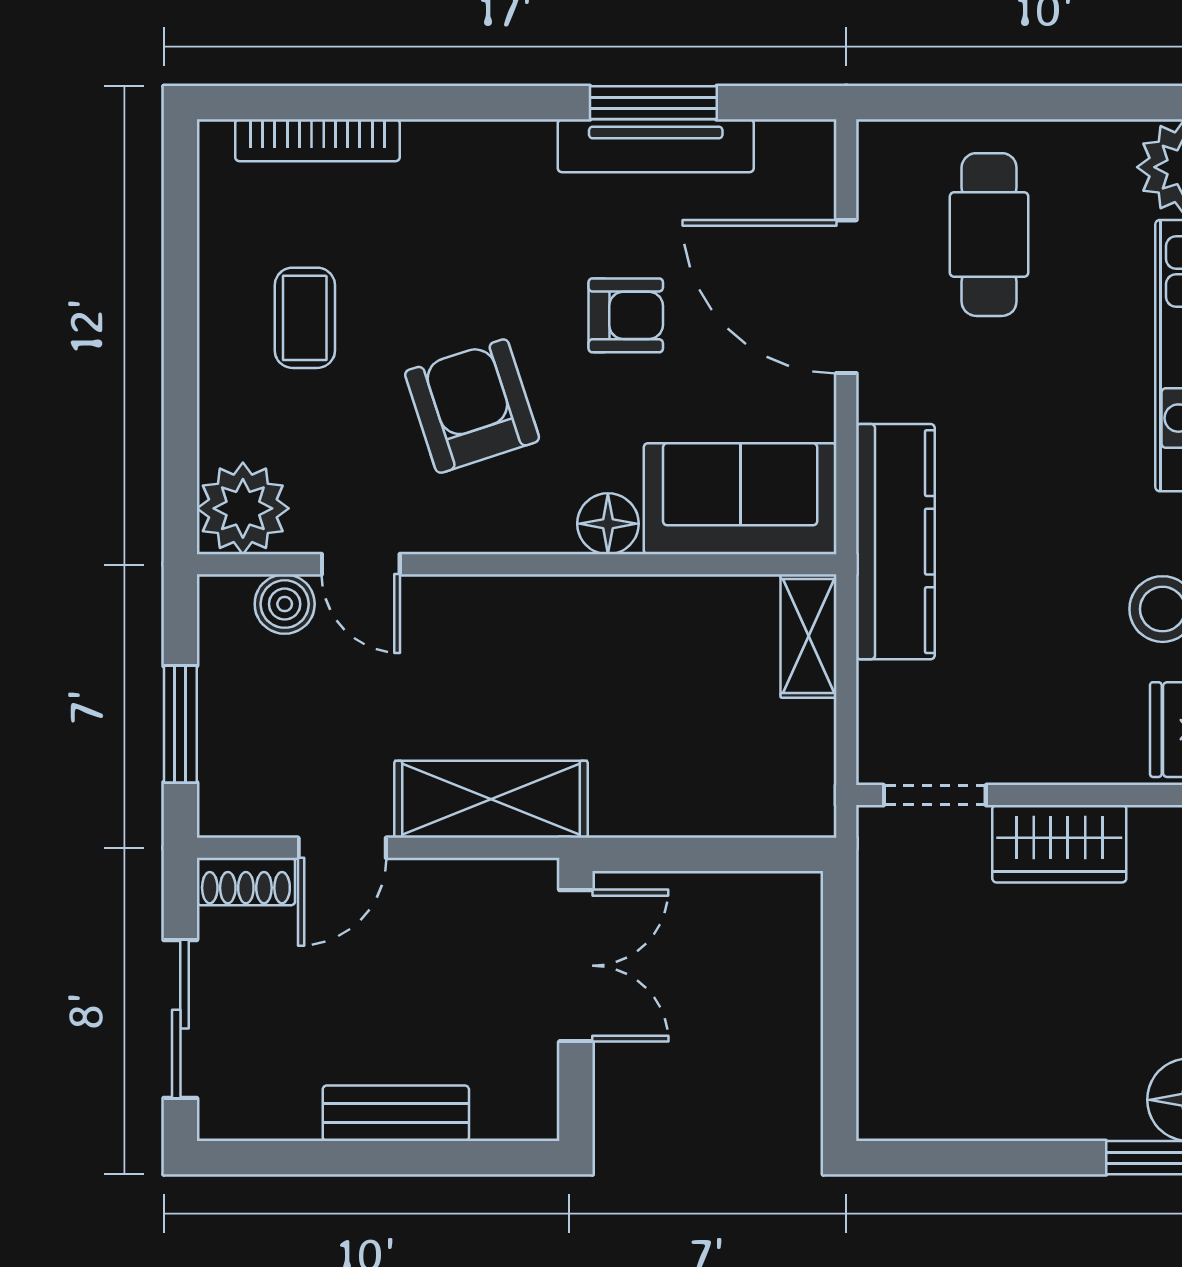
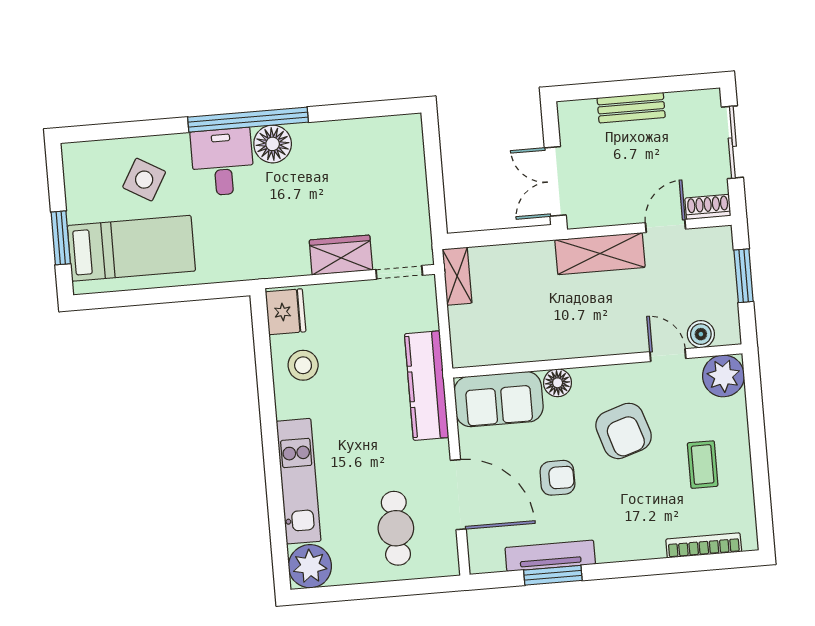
armchair: (626, 315) -> (557, 478), turned 180
shelving: (809, 636) -> (457, 276), moved

